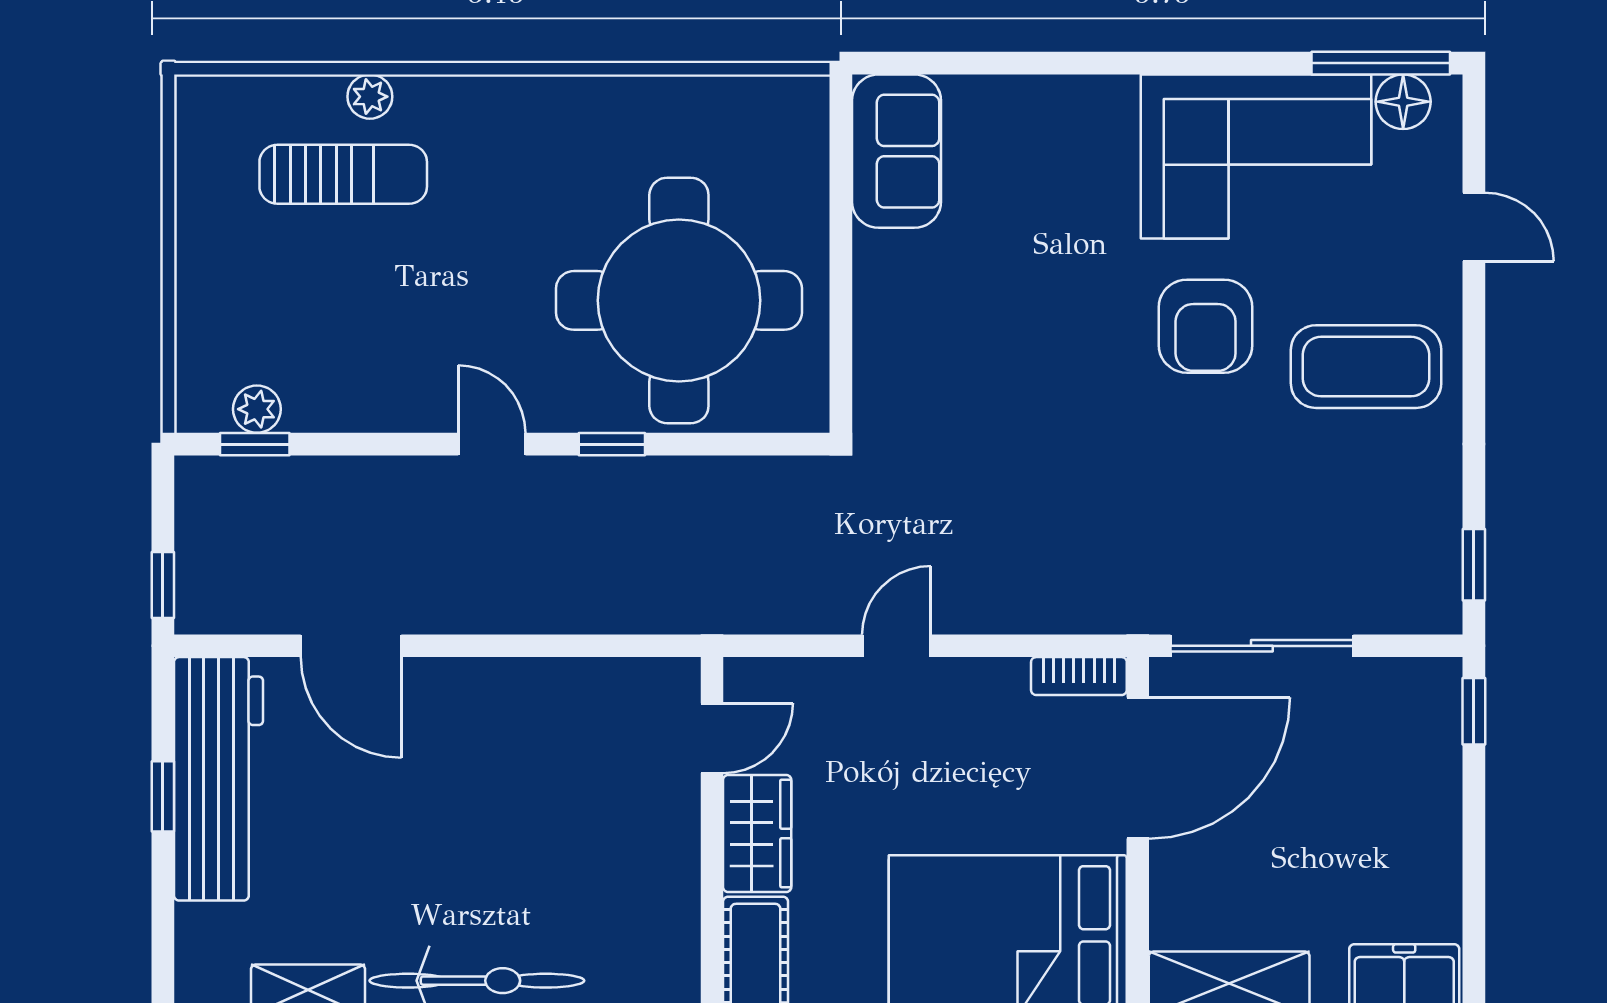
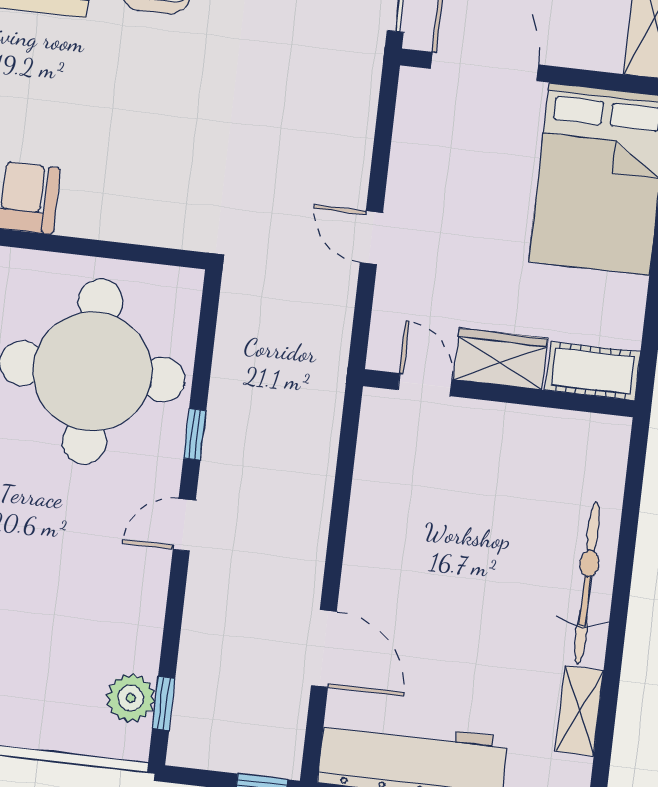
plant: (257, 409) -> (131, 698), width x1.38, depth x1.38
door: (351, 646) -> (324, 648), hinge flipped
bookcase: (1079, 676) -> (410, 103), removed

